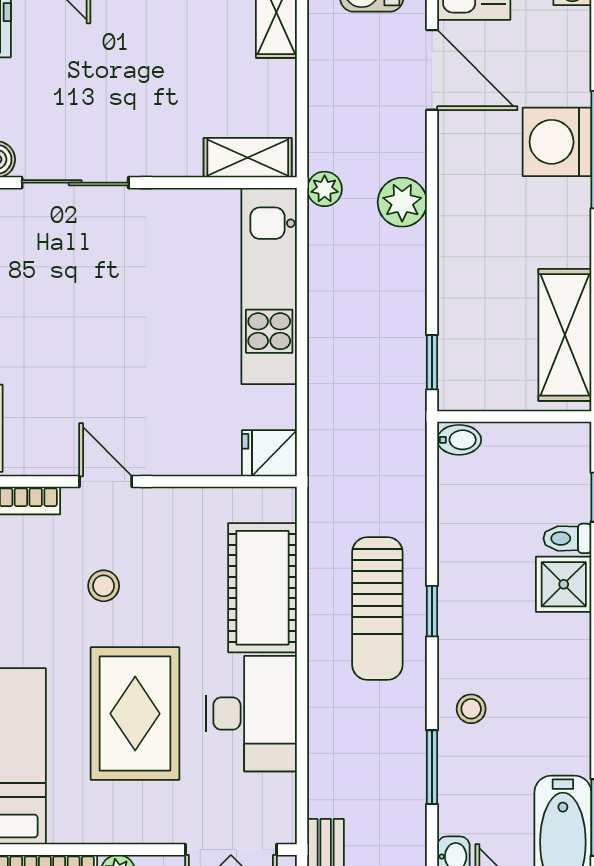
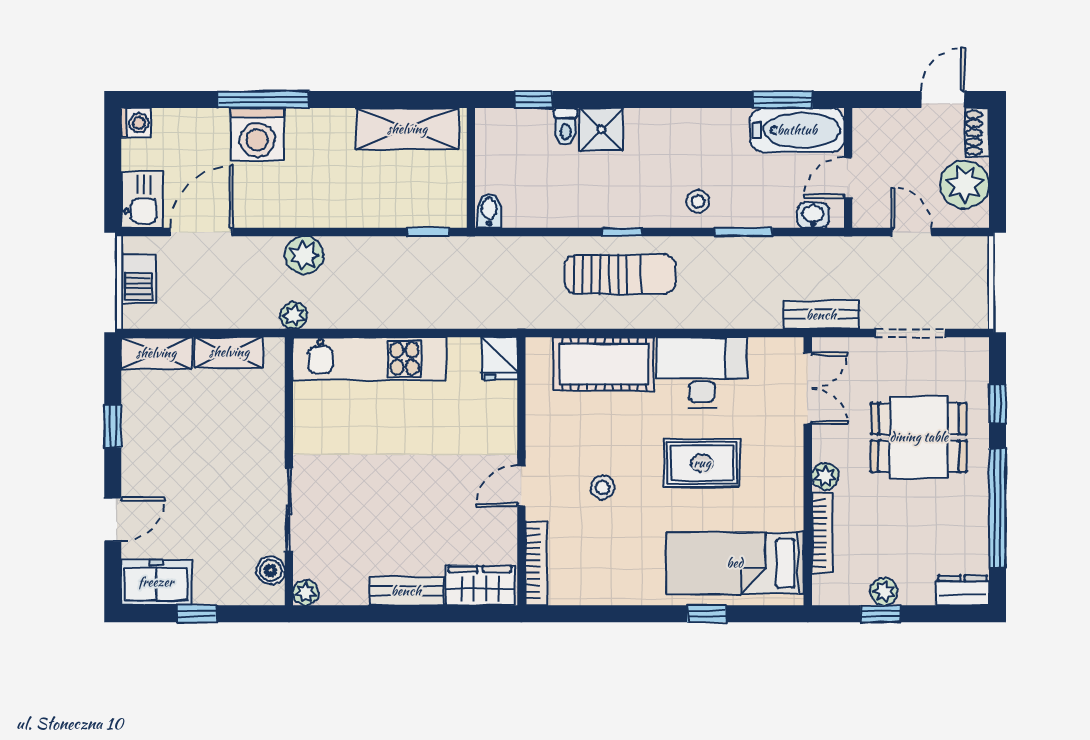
shelving: (248, 158) -> (229, 352), moved, turned 90
rug: (135, 714) -> (702, 463), width x0.73, depth x0.70

